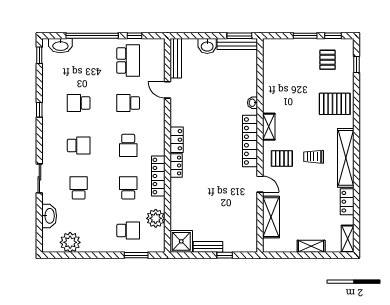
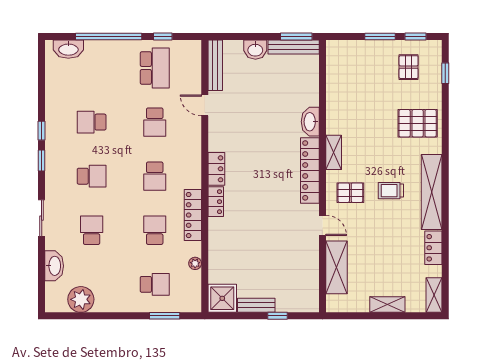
window: (39, 55) -> (42, 161), moved
school desk: (128, 103) -> (155, 122), turned -90
washbasin: (253, 103) -> (310, 122), width x1.91, depth x1.45
plant: (156, 218) -> (195, 263), width x0.53, depth x0.53

